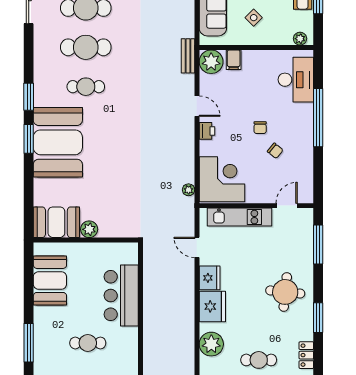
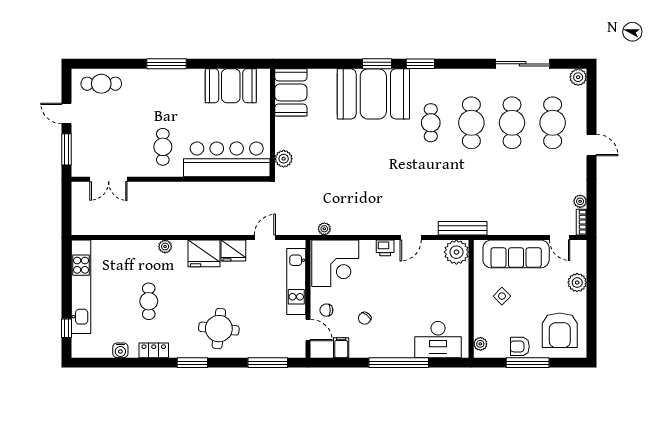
bench: (188, 56) -> (463, 228), width x1.36
filing cabinet: (234, 60) -> (341, 348), moved, turned 90
chair: (260, 128) -> (326, 310), moved
plant: (89, 229) -> (284, 159), moved
bar counter: (121, 296) -> (227, 159), width x1.36
cafe table: (88, 343) -> (163, 147), moved
plant: (211, 344) -> (165, 246), width x0.53, depth x0.53

